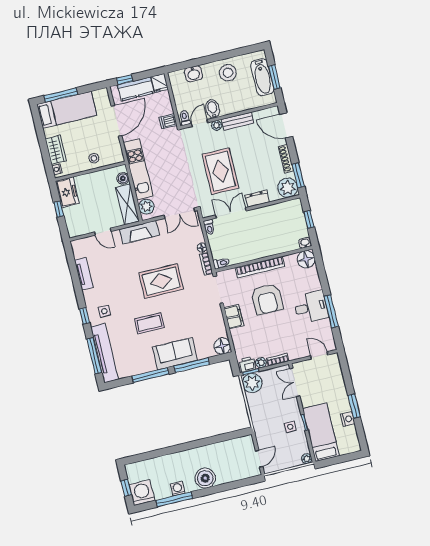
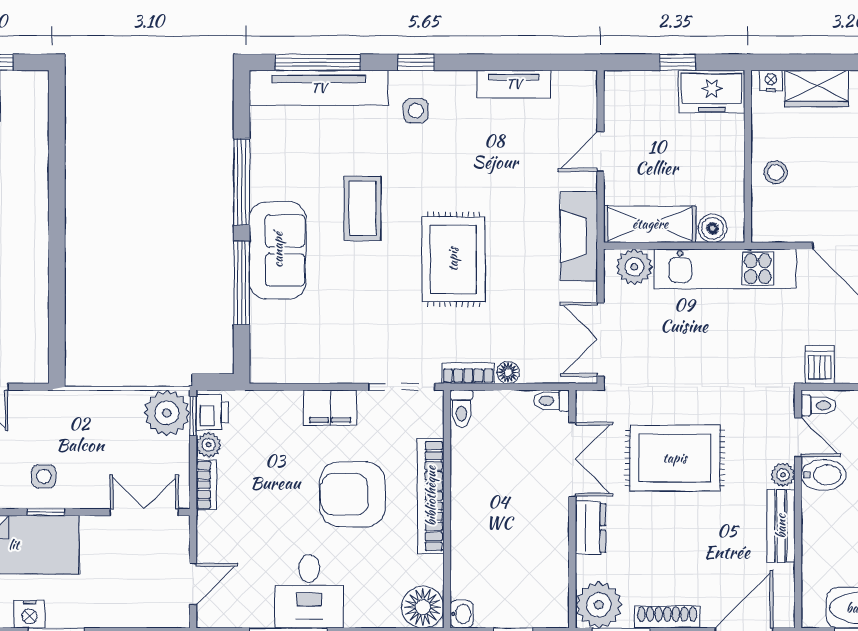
floor lamp: (222, 346) -> (269, 364), removed

